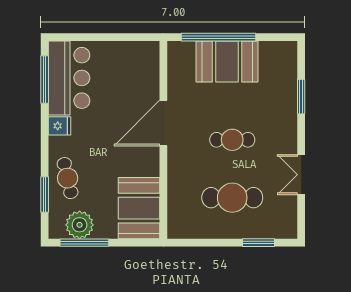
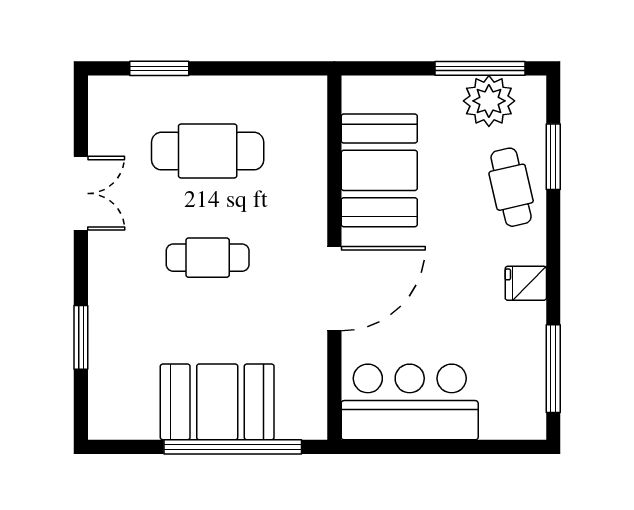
bar counter: (69, 78) -> (410, 402), moved, turned 90
booth: (139, 208) -> (379, 170), moved

